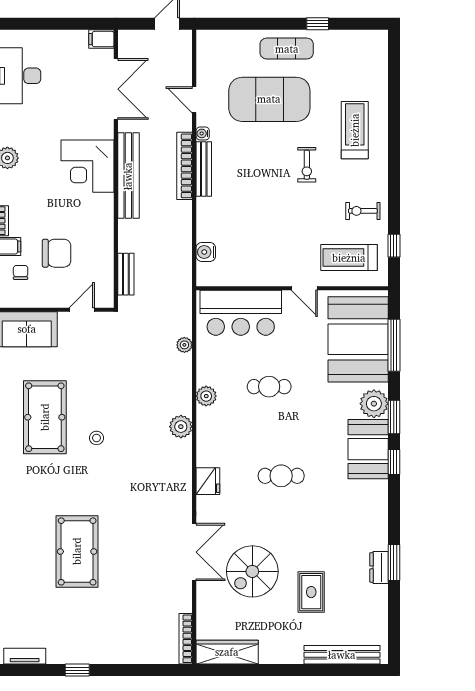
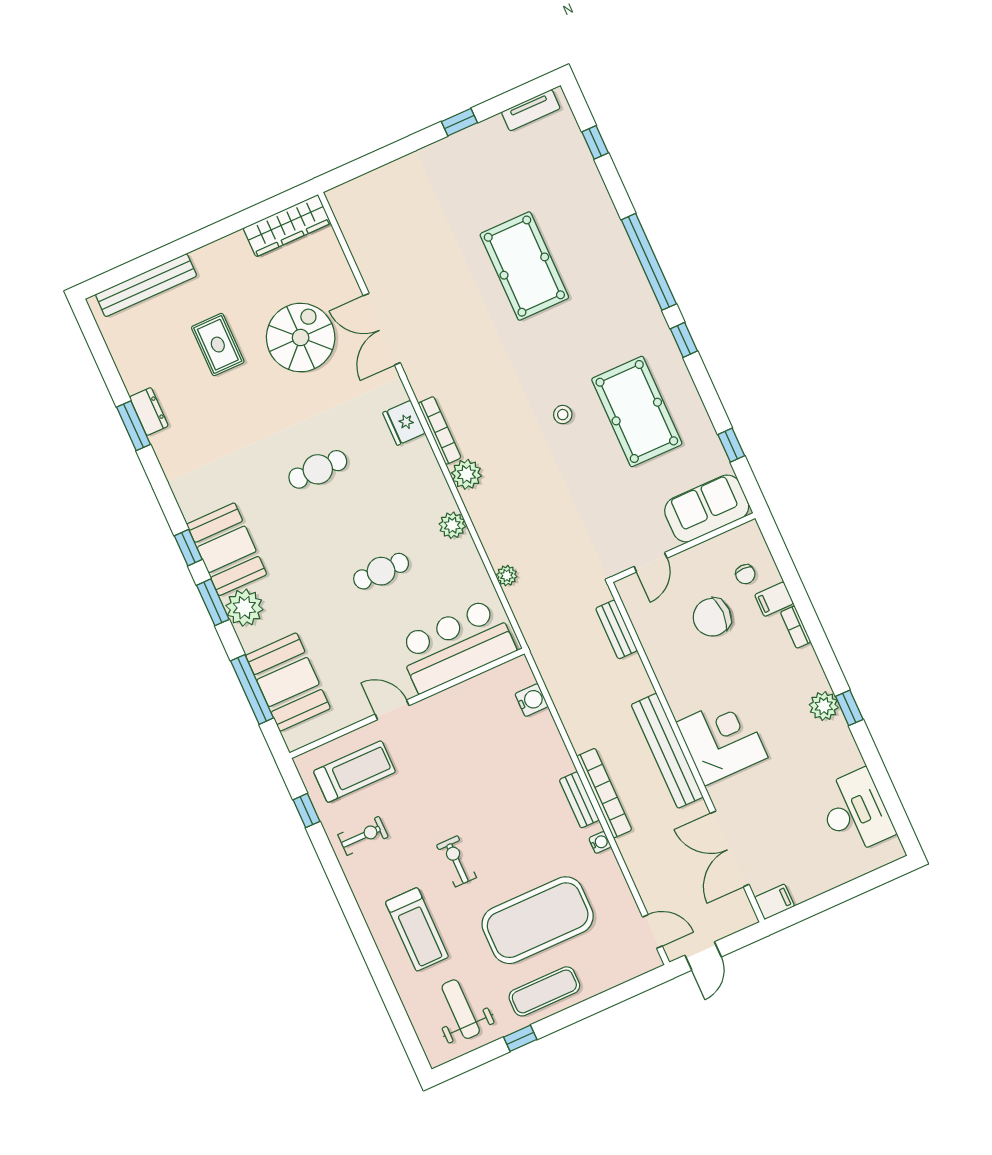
weight bench: (349, 62) -> (461, 1009), added
door: (194, 100) -> (652, 931), moved
bench: (204, 169) -> (579, 800), width x0.73
booth: (358, 339) -> (288, 682), width x0.73, depth x0.70
bookcase: (186, 639) -> (440, 430), moved

